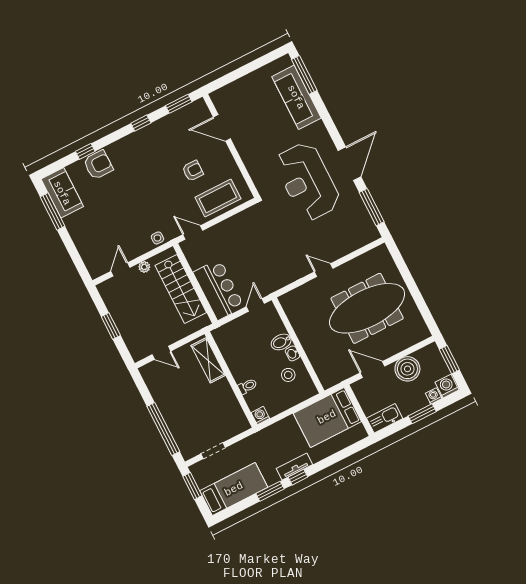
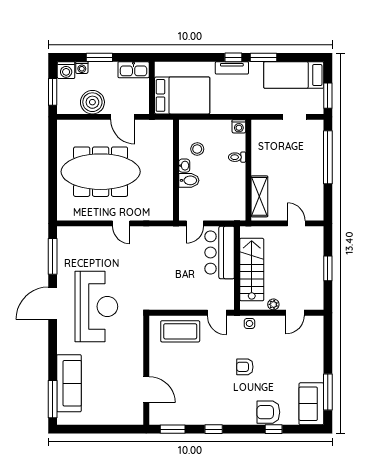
armchair: (193, 171) -> (245, 367), moved

